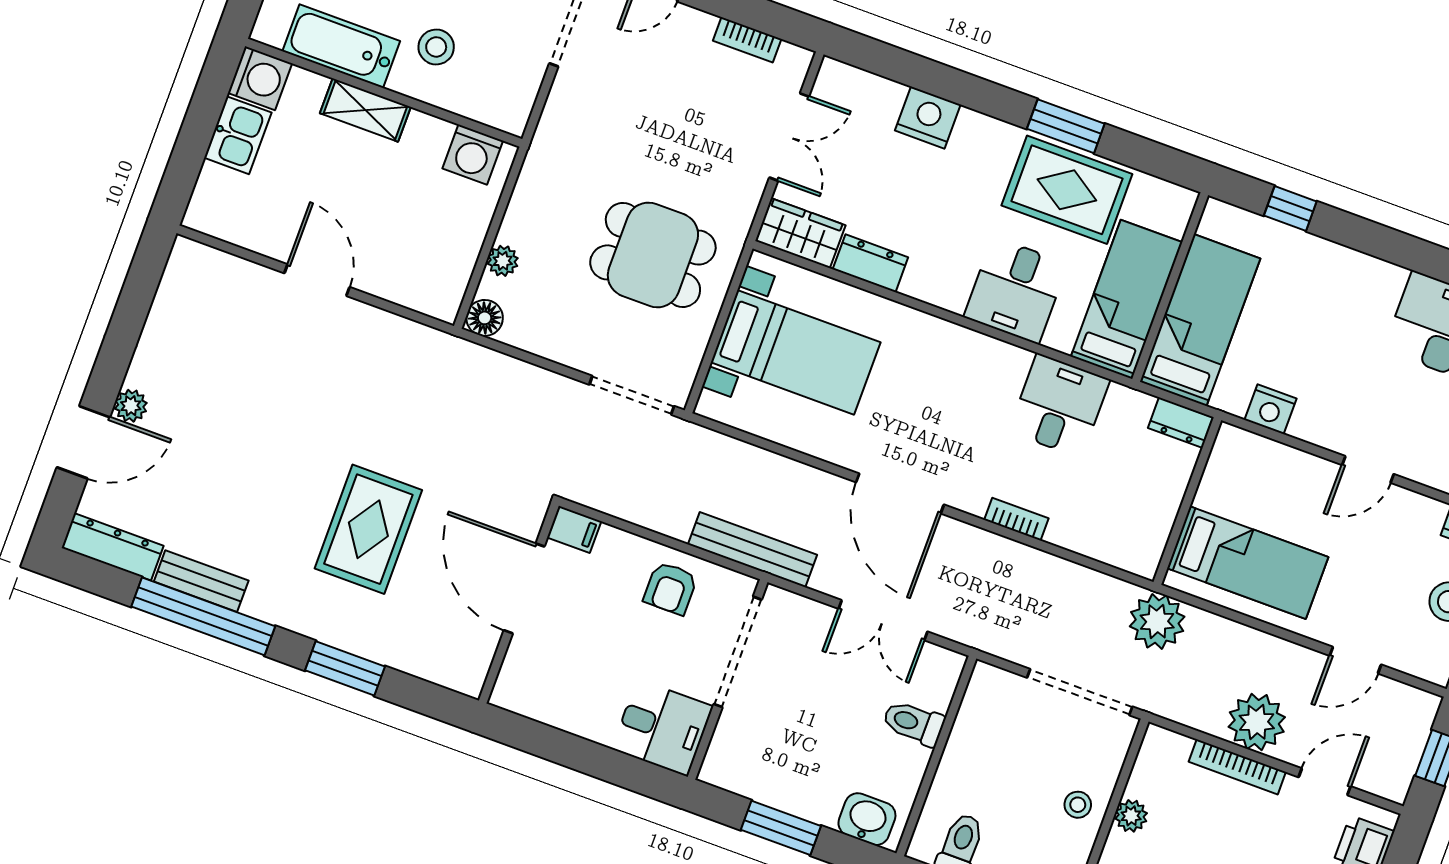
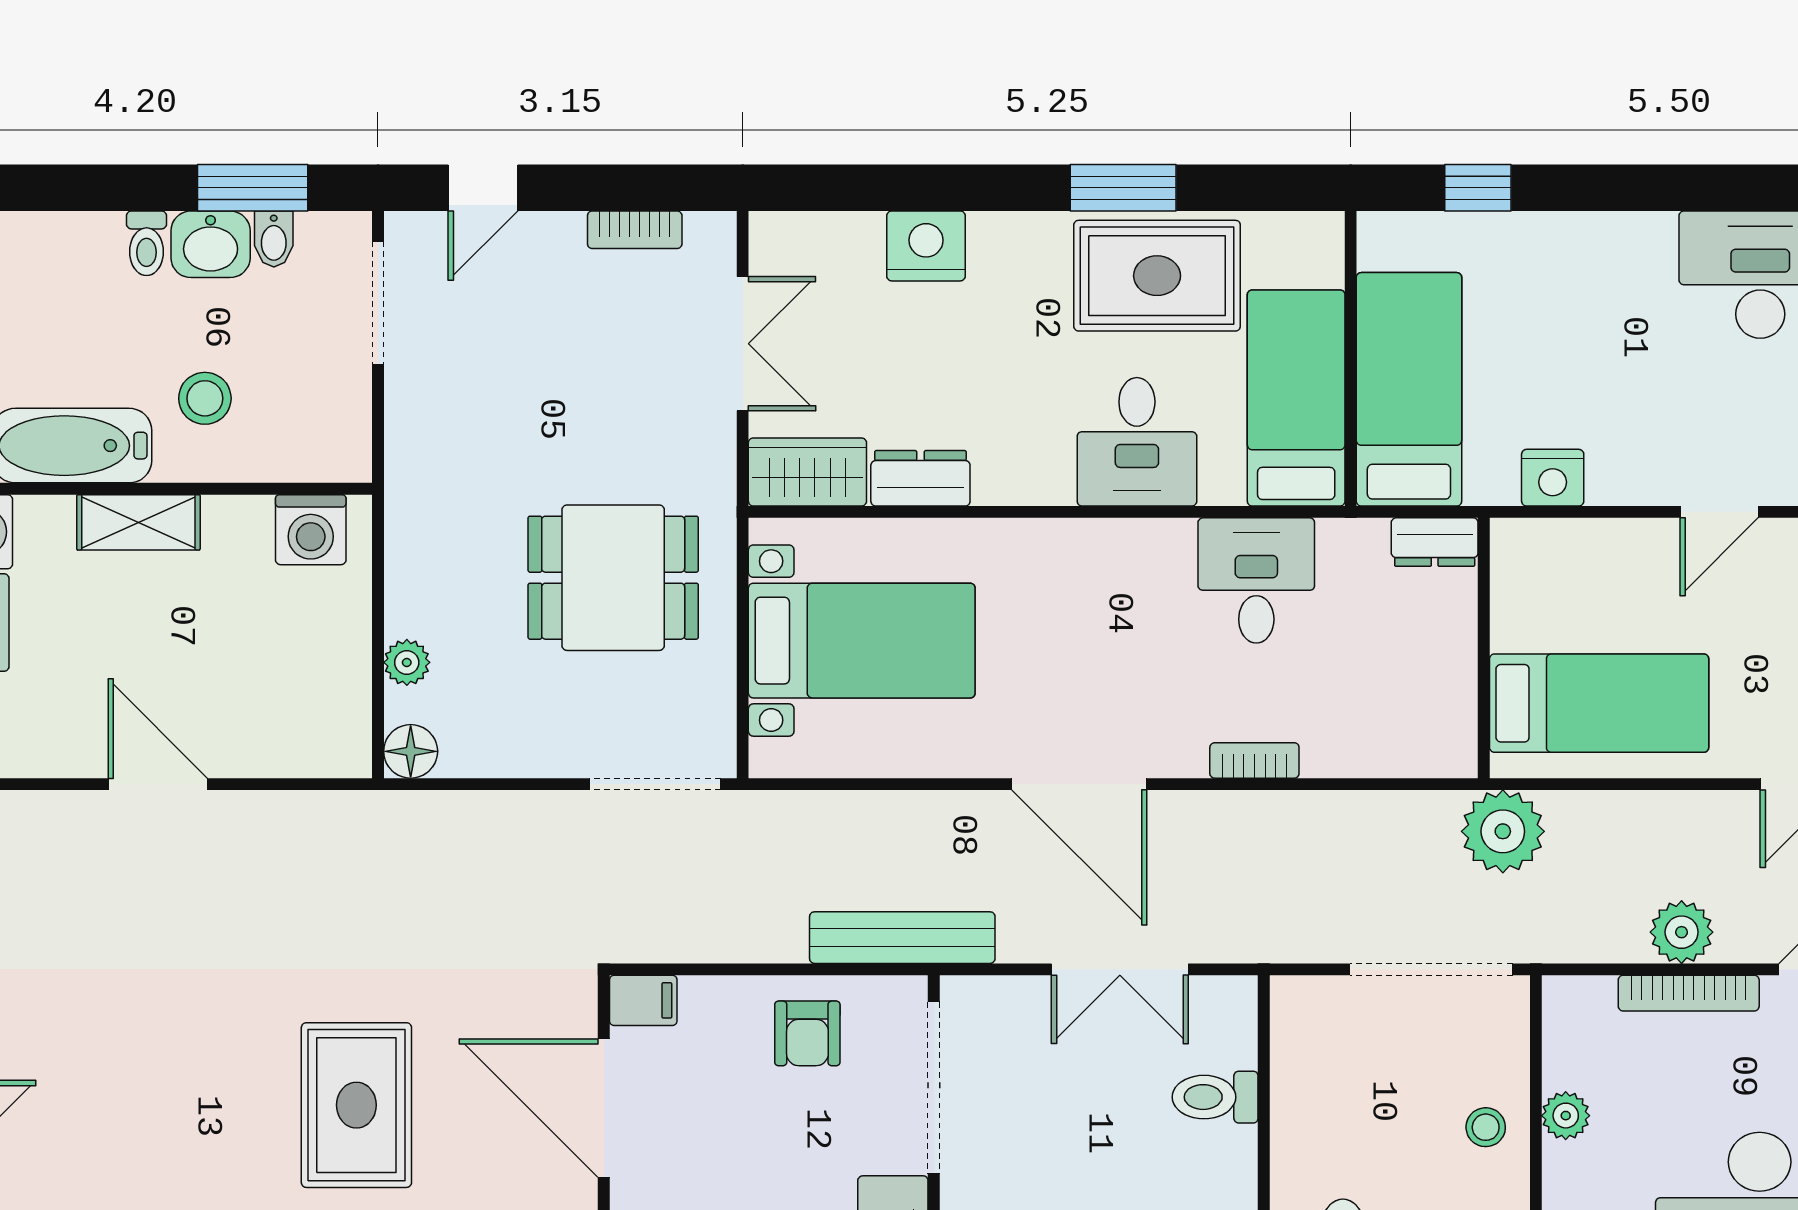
plant: (1257, 722) -> (1682, 932), width x0.73, depth x0.73

